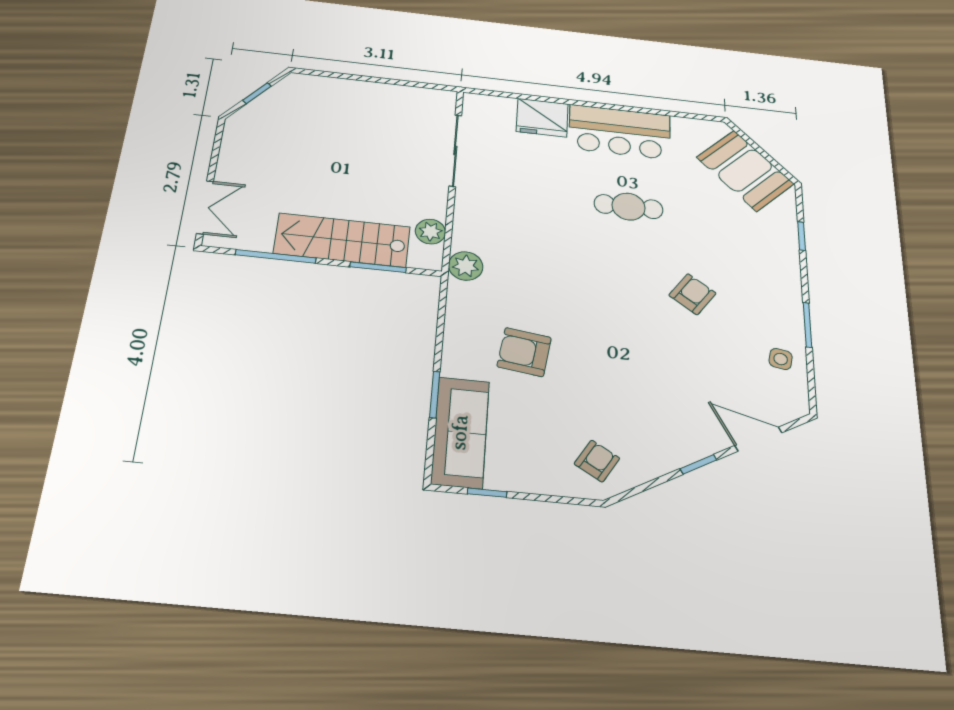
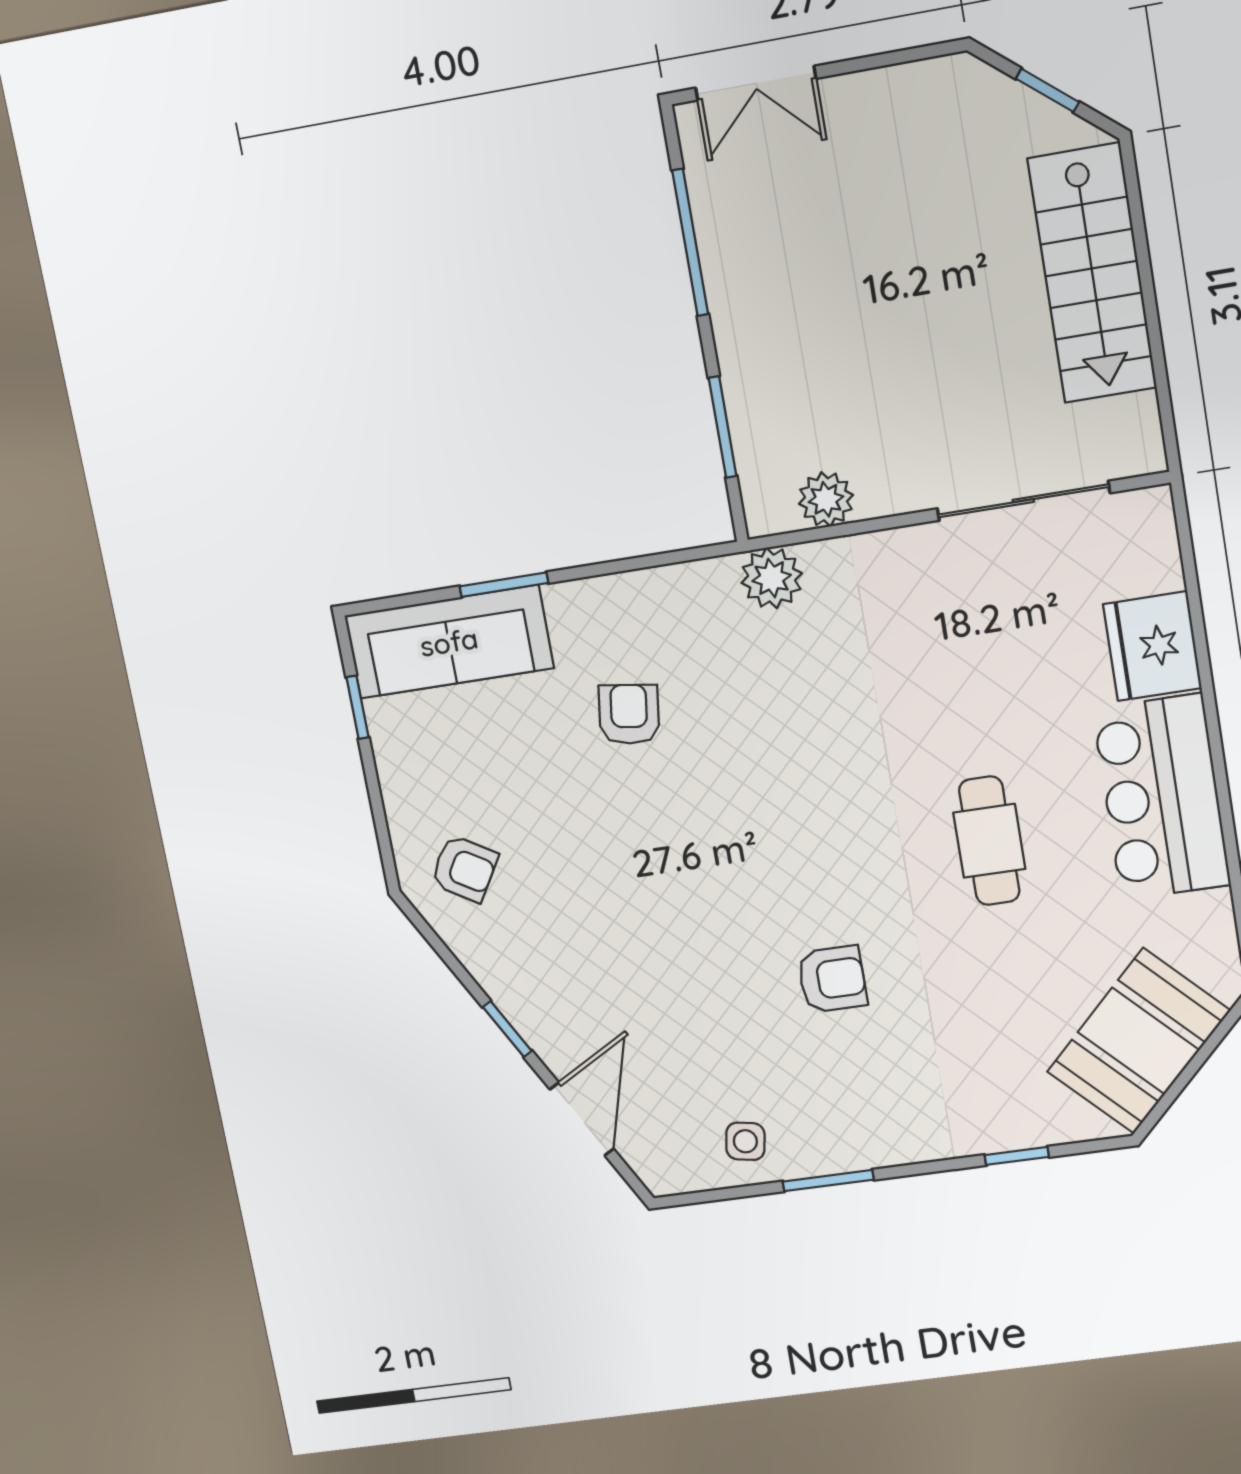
stairs: (342, 240) -> (1092, 273), moved, turned 180
armchair: (692, 294) -> (832, 979), turned -35
armchair: (524, 352) -> (629, 714), width x0.72, depth x0.72

